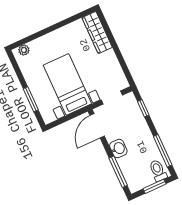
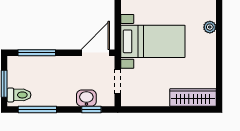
plant: (24, 50) -> (210, 27), moved
door: (97, 126) -> (95, 53), hinge flipped
washbasin: (118, 149) -> (86, 98), moved, turned 180

